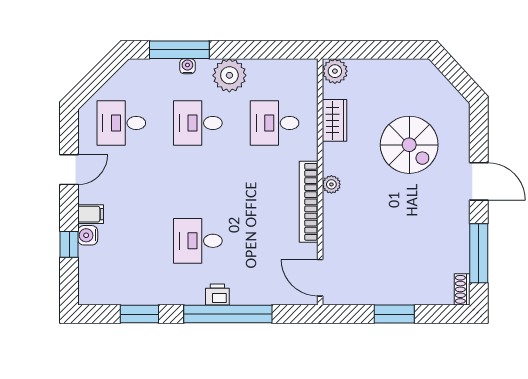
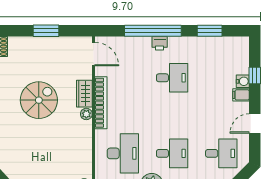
wardrobe: (334, 120) -> (84, 94), moved
desk: (274, 123) -> (123, 153), width x1.37
spiral stairs: (409, 145) -> (39, 100), moved, turned 90

